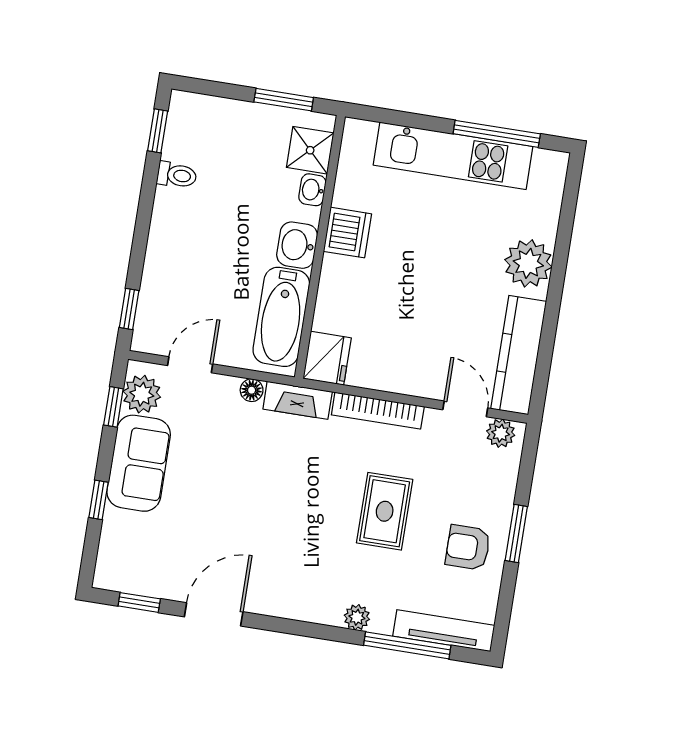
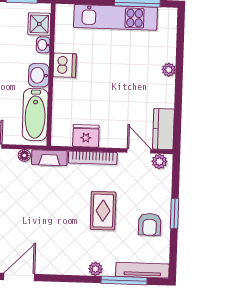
plant: (528, 263) -> (169, 70), width x0.53, depth x0.53
kitchen counter: (519, 355) -> (163, 129), width x0.67
fridge: (327, 358) -> (86, 136), moved, turned -90
armchair: (468, 547) -> (150, 224), turned -90

